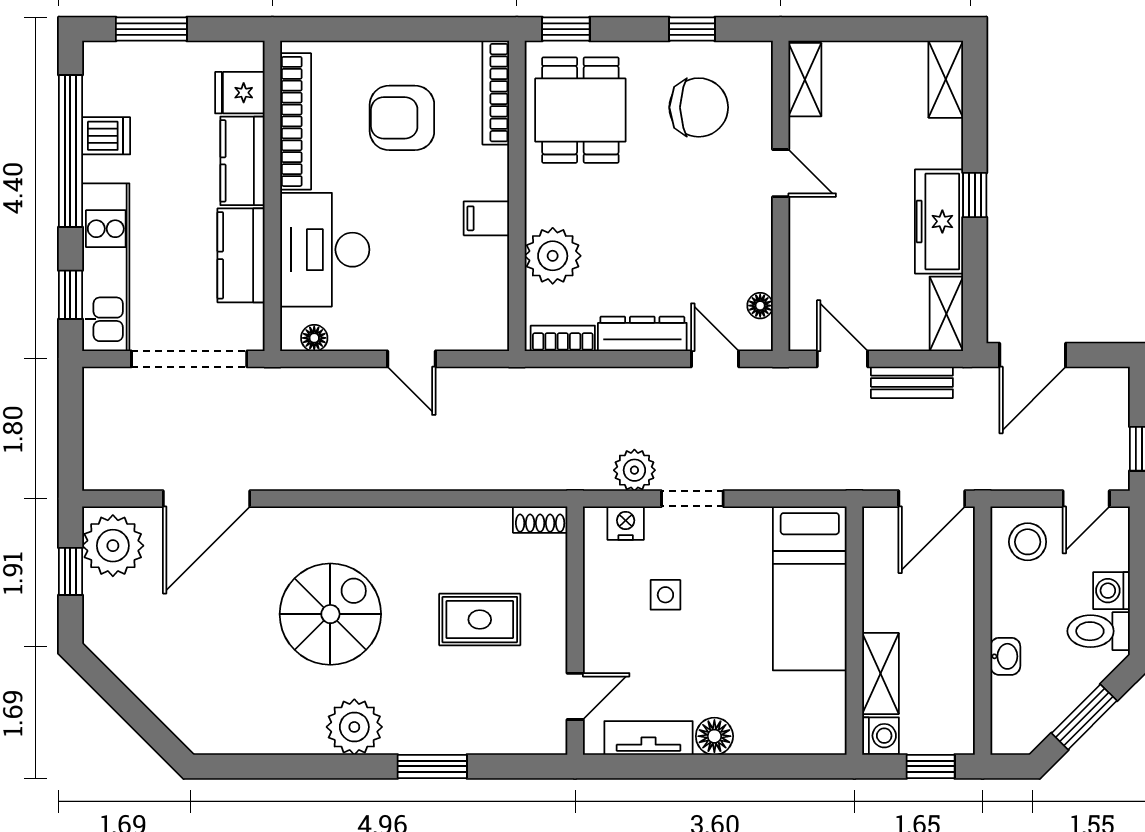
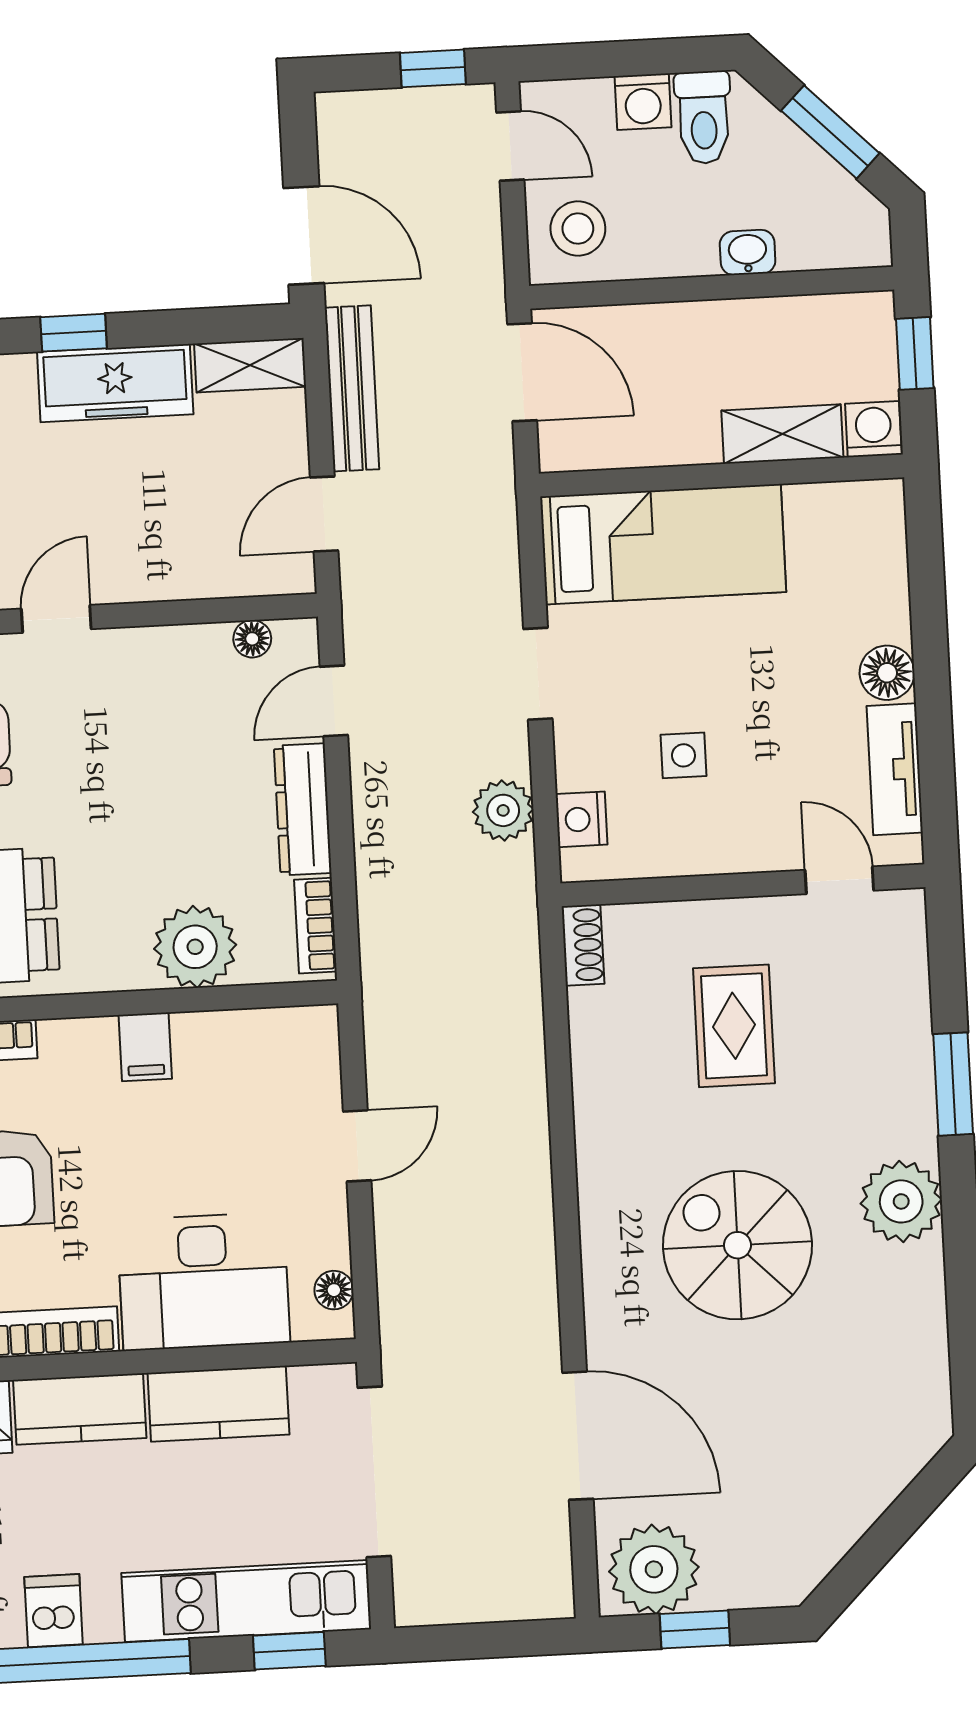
bench: (912, 382) -> (352, 388), width x1.36
doorway: (692, 499) -> (538, 674), moved

